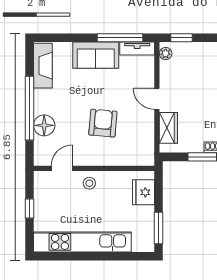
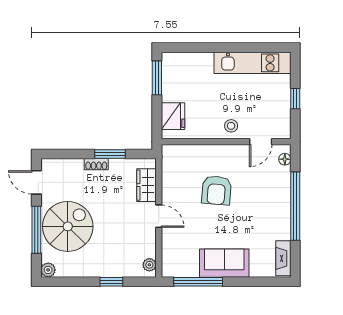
window: (182, 38) -> (111, 282), moved
tv unit: (137, 48) -> (180, 270), removed
fireplace: (43, 66) -> (283, 258), width x0.73, depth x0.76
floor lamp: (44, 125) -> (285, 159), moved, width x0.53, depth x0.53
kitchen unit: (82, 242) -> (252, 63), width x0.73

